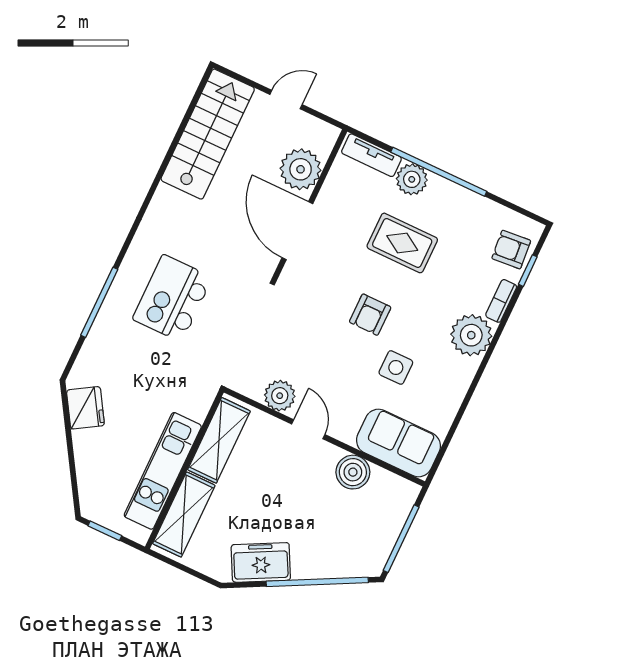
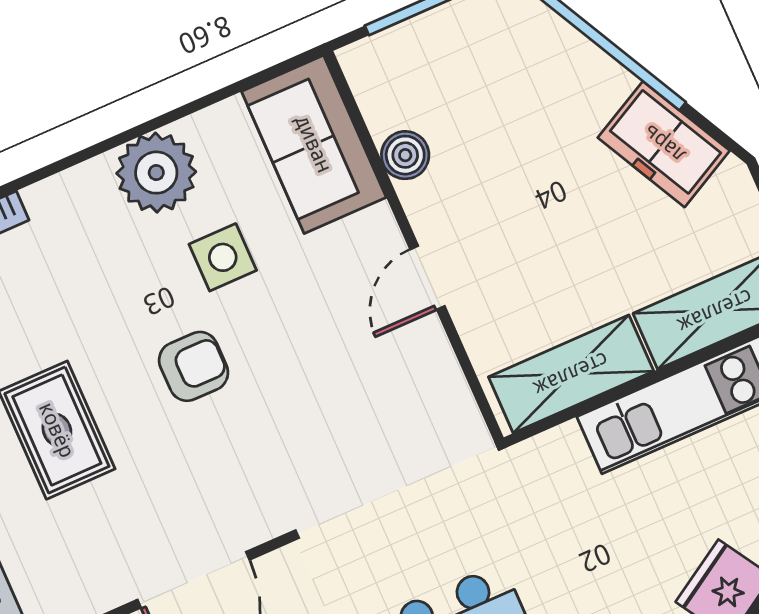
plant: (471, 335) -> (156, 173), moved
plant: (280, 396) -> (427, 362), removed
boiler: (353, 472) -> (405, 155), width x0.73, depth x0.73

